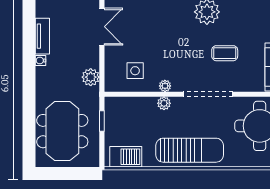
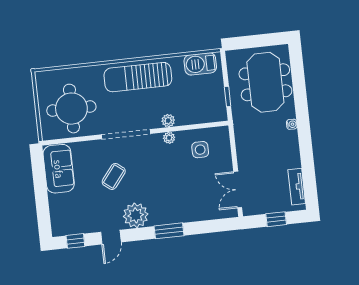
tv unit: (42, 36) -> (297, 187), moved
coffee table: (225, 53) -> (114, 176), turned -52
water cooler: (41, 61) -> (292, 124), moved
plant: (91, 77) -> (243, 139), removed

